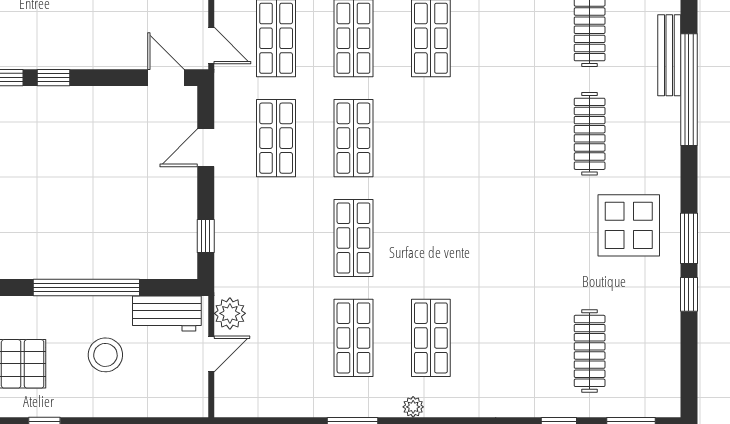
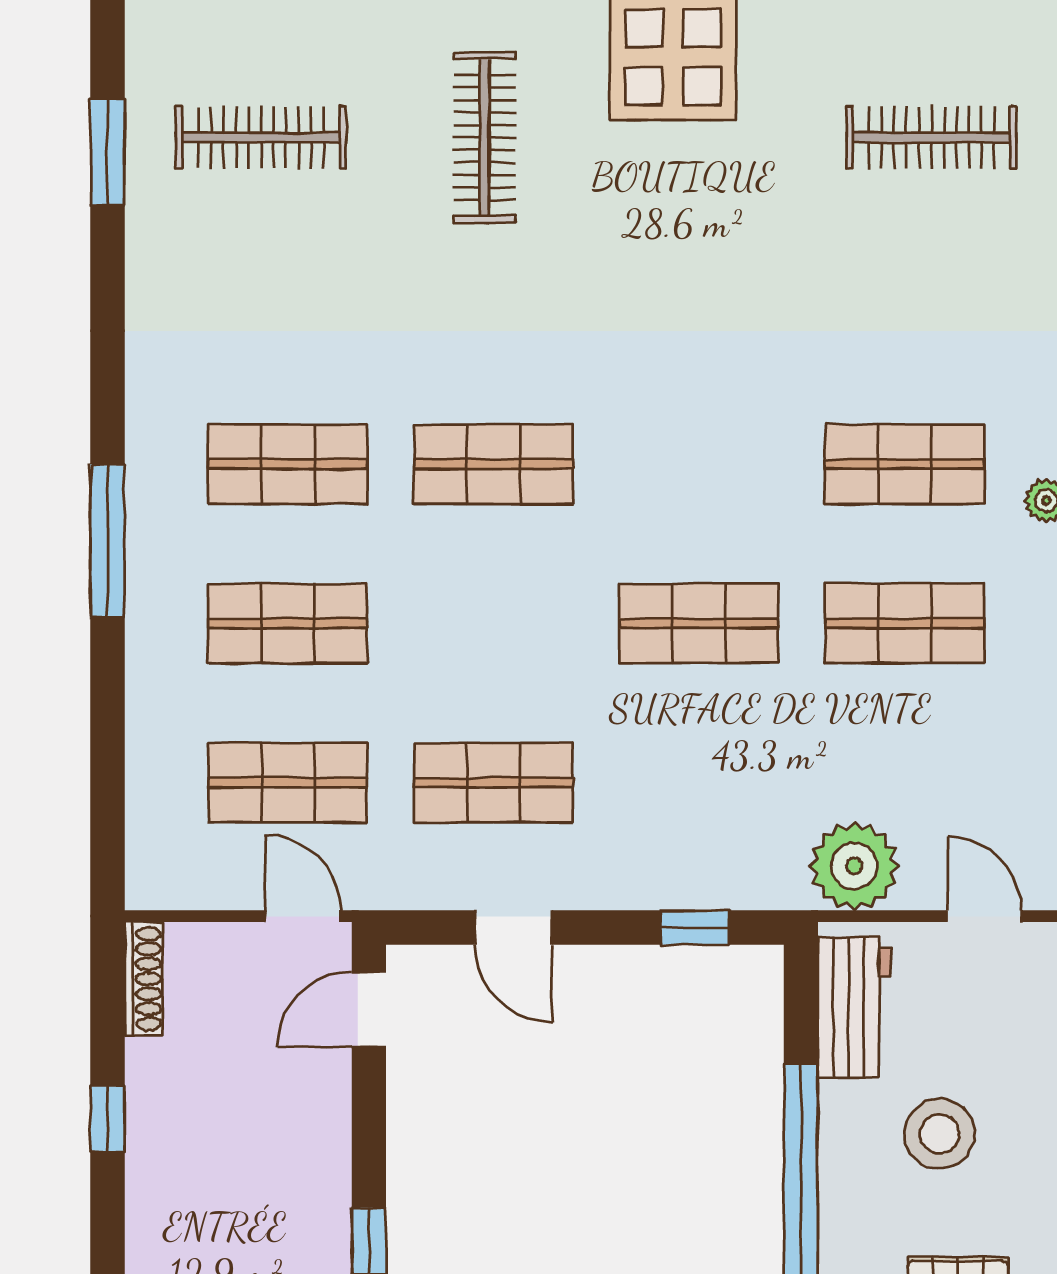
door: (211, 45) -> (303, 916), hinge flipped
clothes rail: (590, 134) -> (484, 138), turned 90
shop shelf: (353, 138) -> (493, 464), moved
plant: (230, 313) -> (854, 866), width x1.36, depth x1.36
door: (211, 354) -> (984, 916), moved

